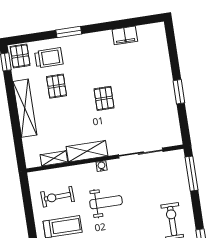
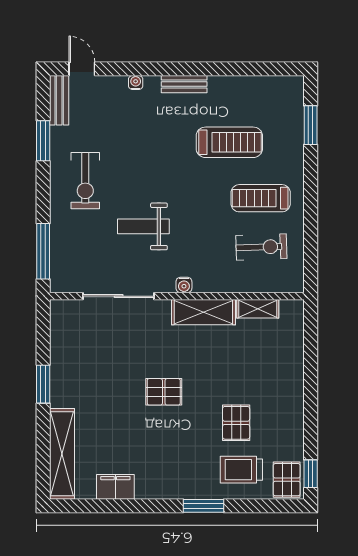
pallet: (104, 98) -> (164, 392), turned 90
shelving: (25, 108) -> (62, 454), moved
weight bench: (106, 202) -> (143, 226), moved

